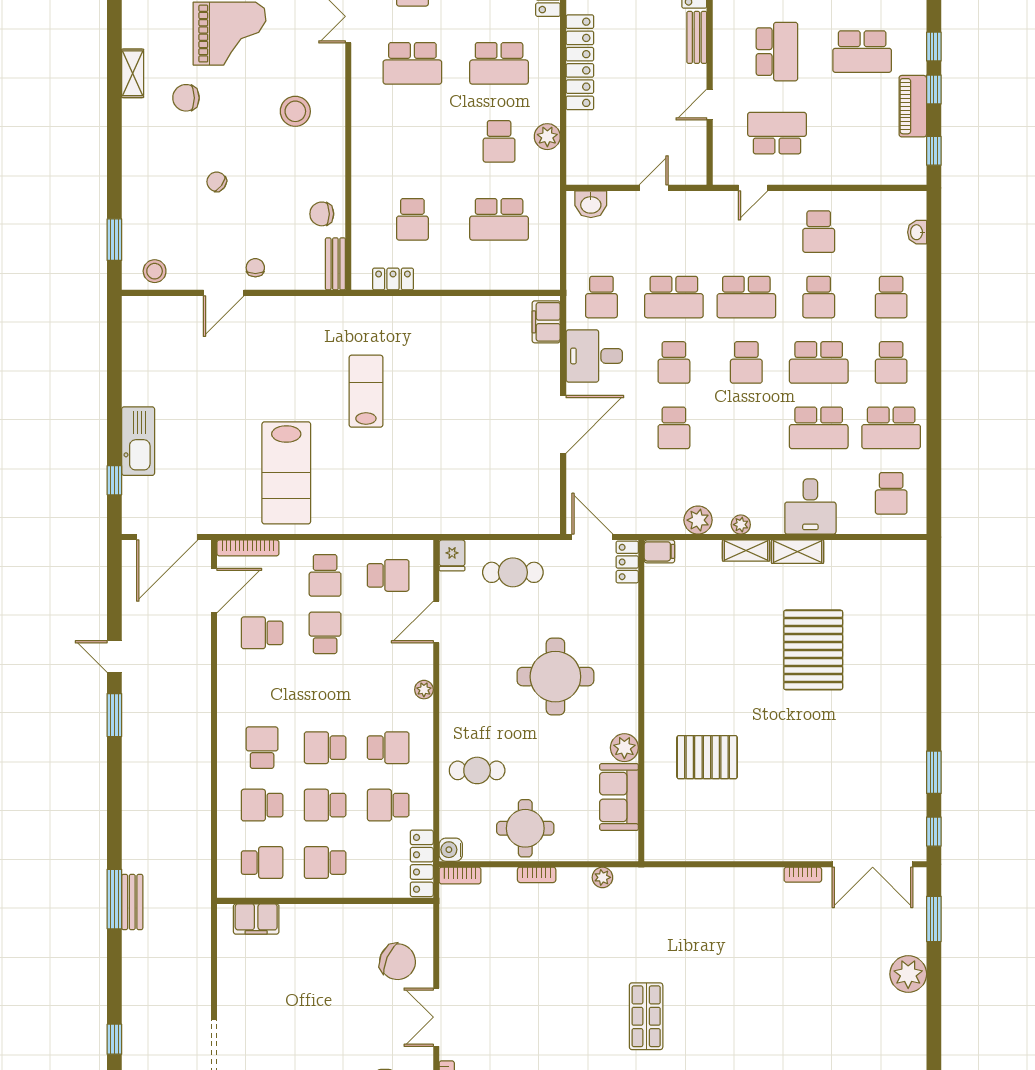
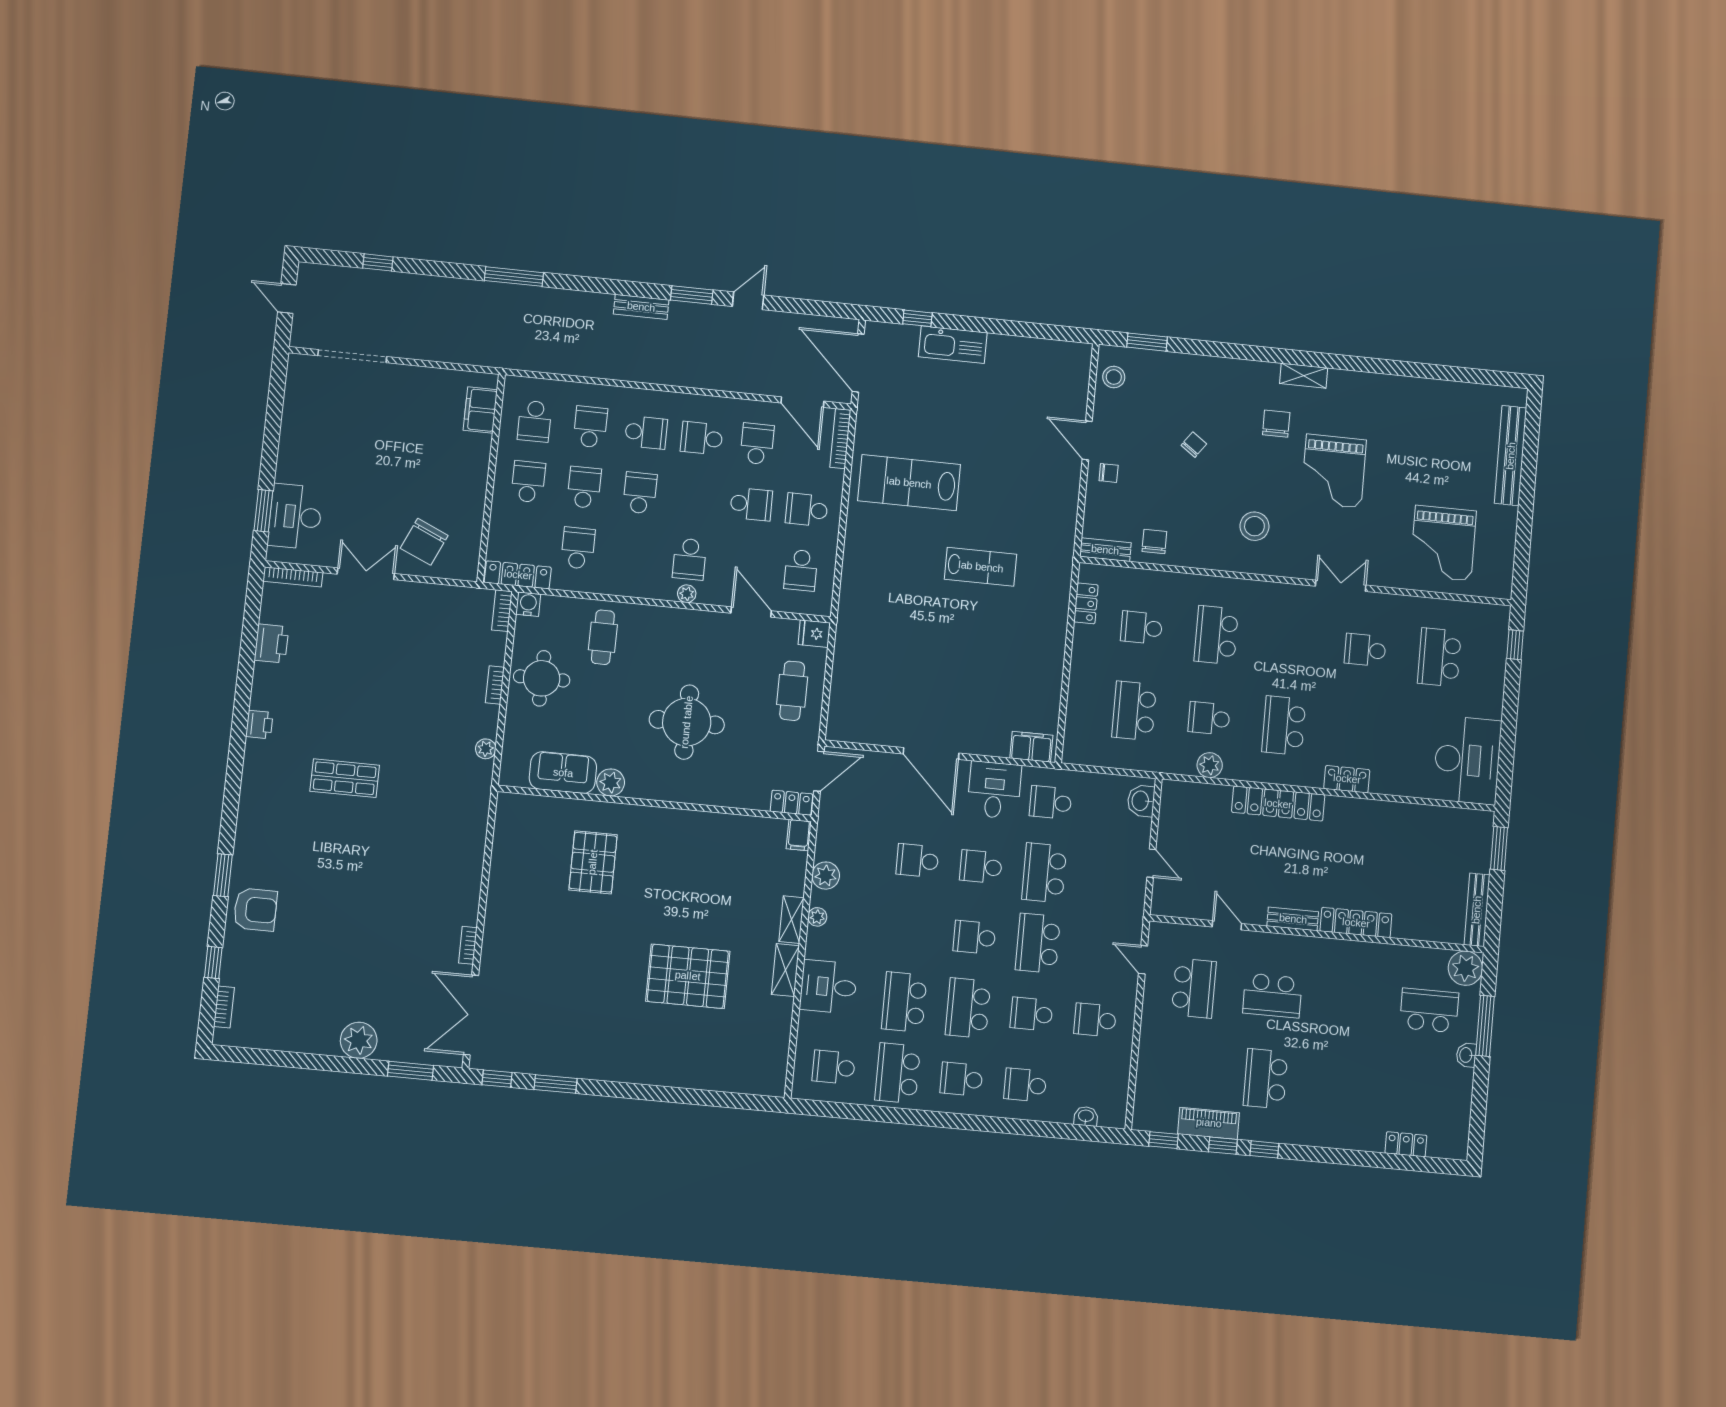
school desk: (412, 63) -> (1216, 635), moved
school desk: (262, 690) -> (702, 438), added
school desk: (388, 748) -> (690, 559), moved
bench: (132, 902) -> (641, 307), moved

